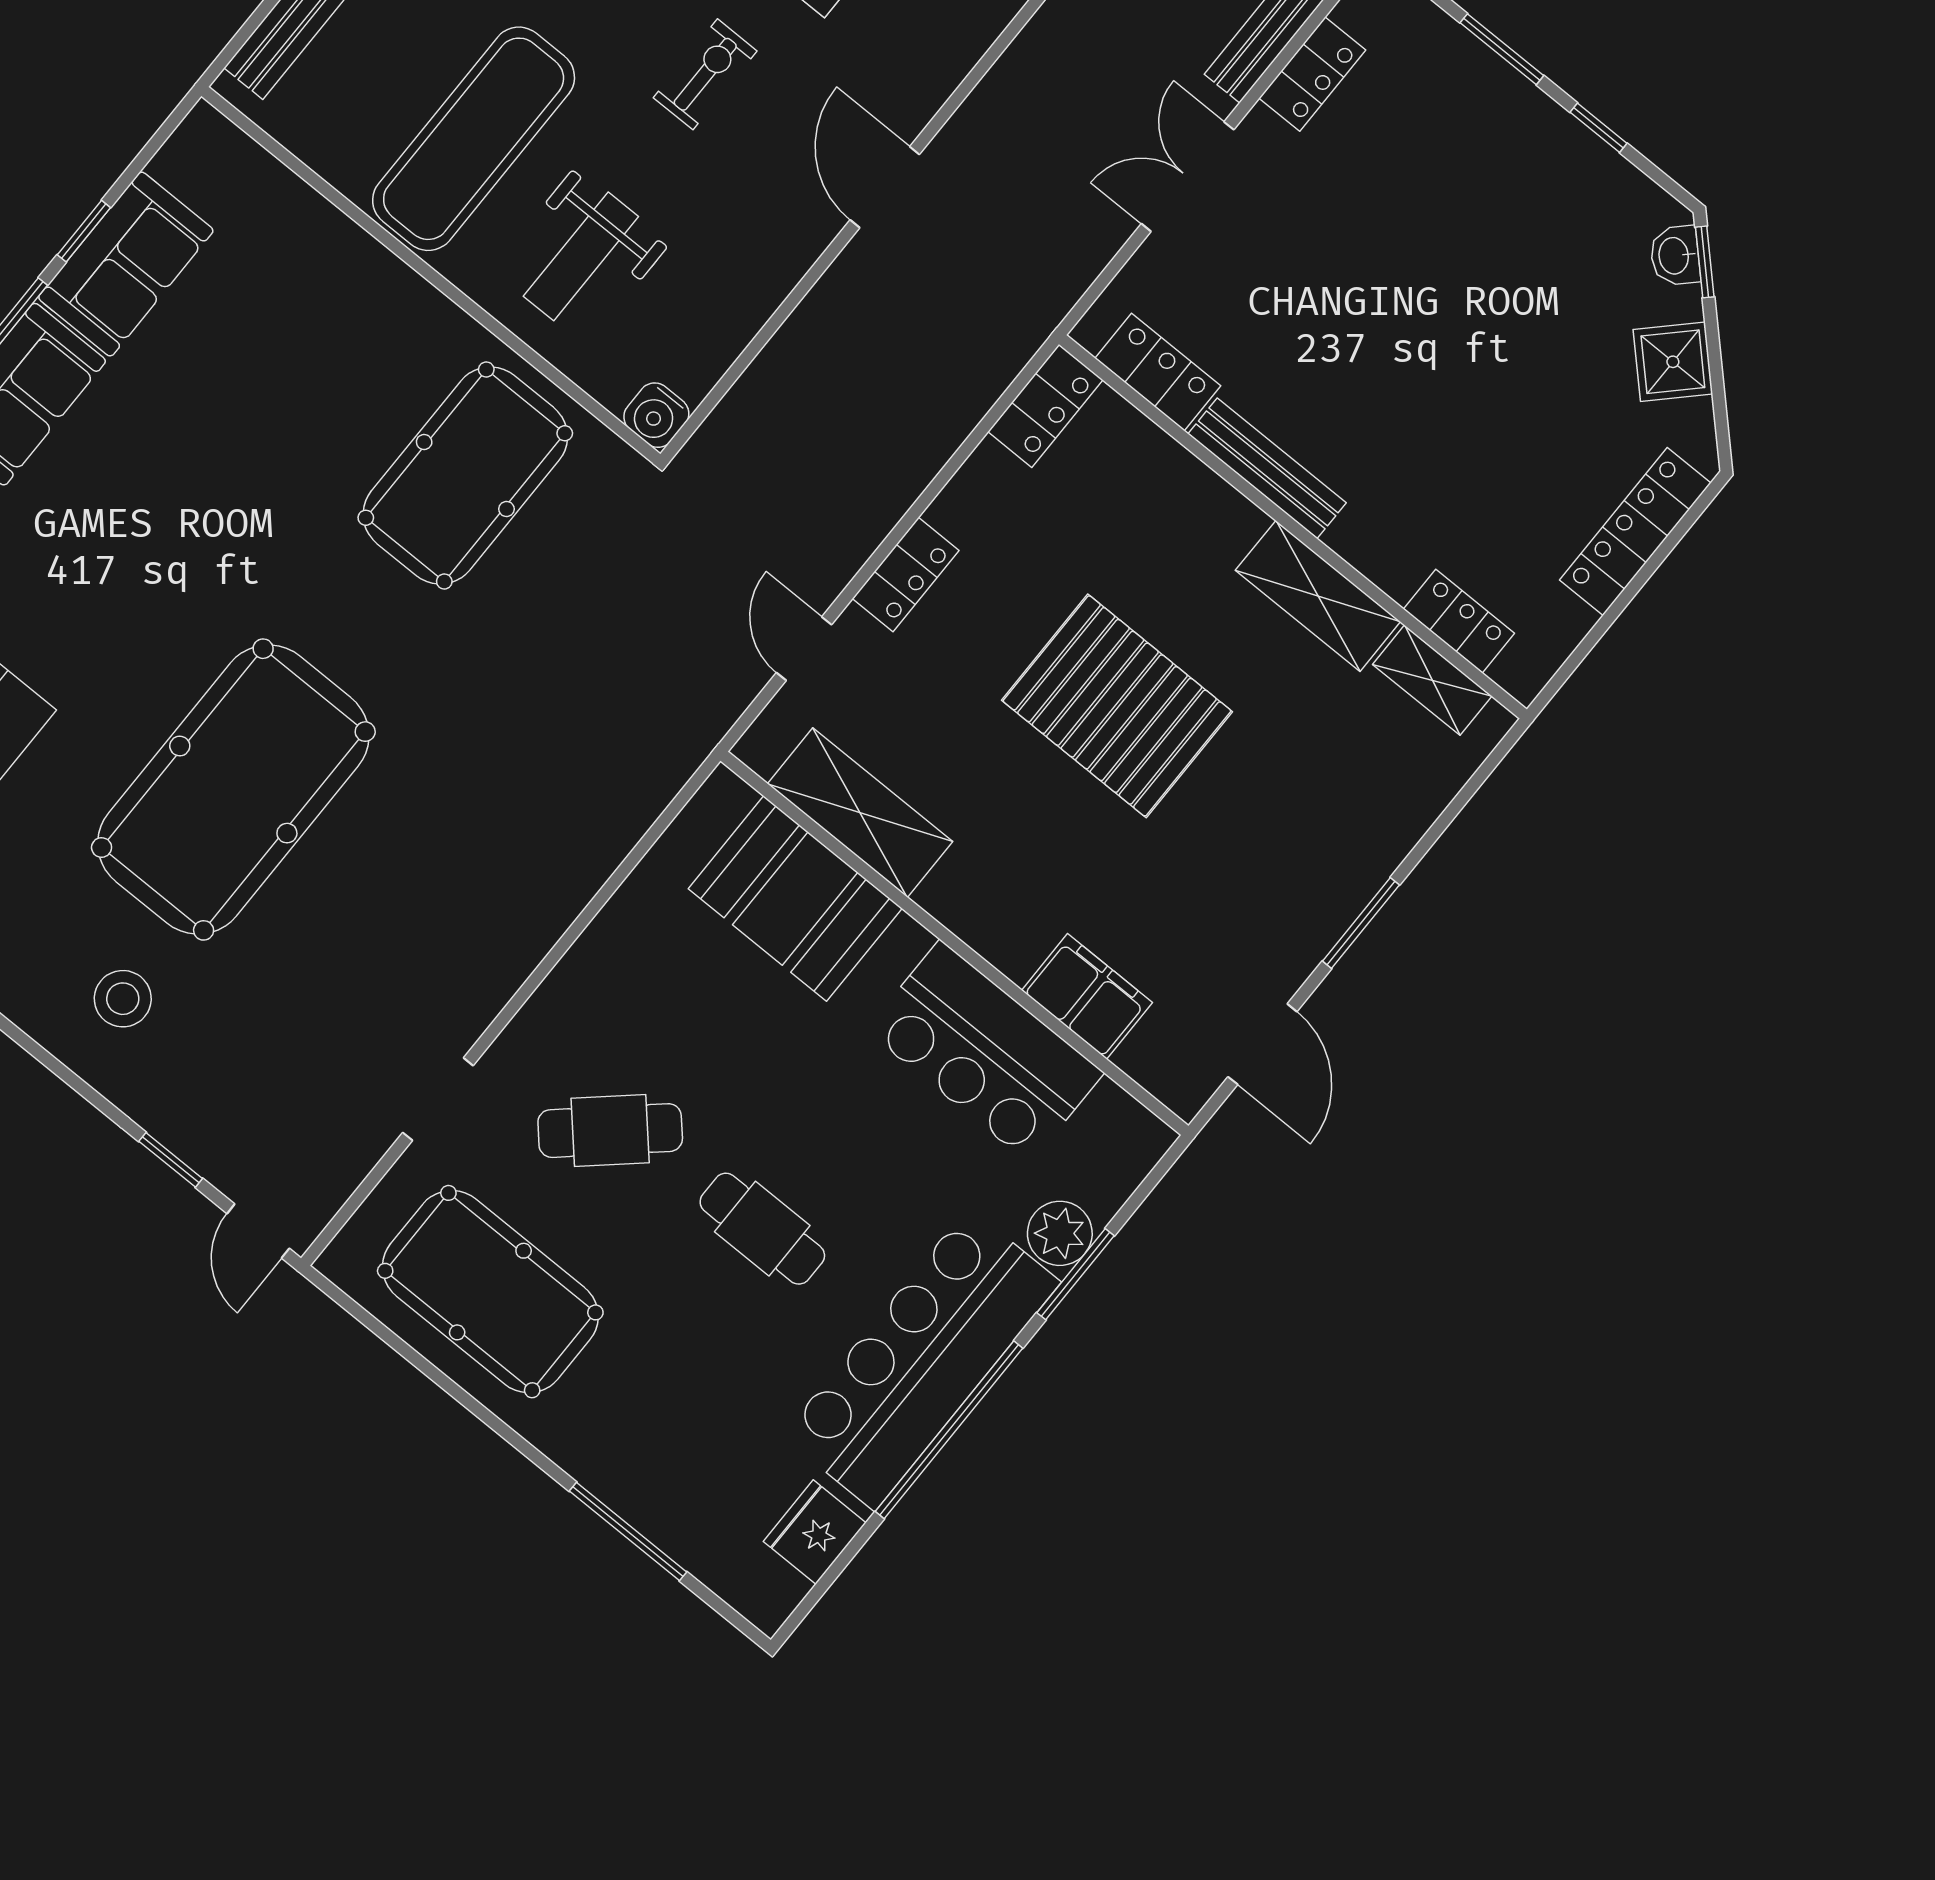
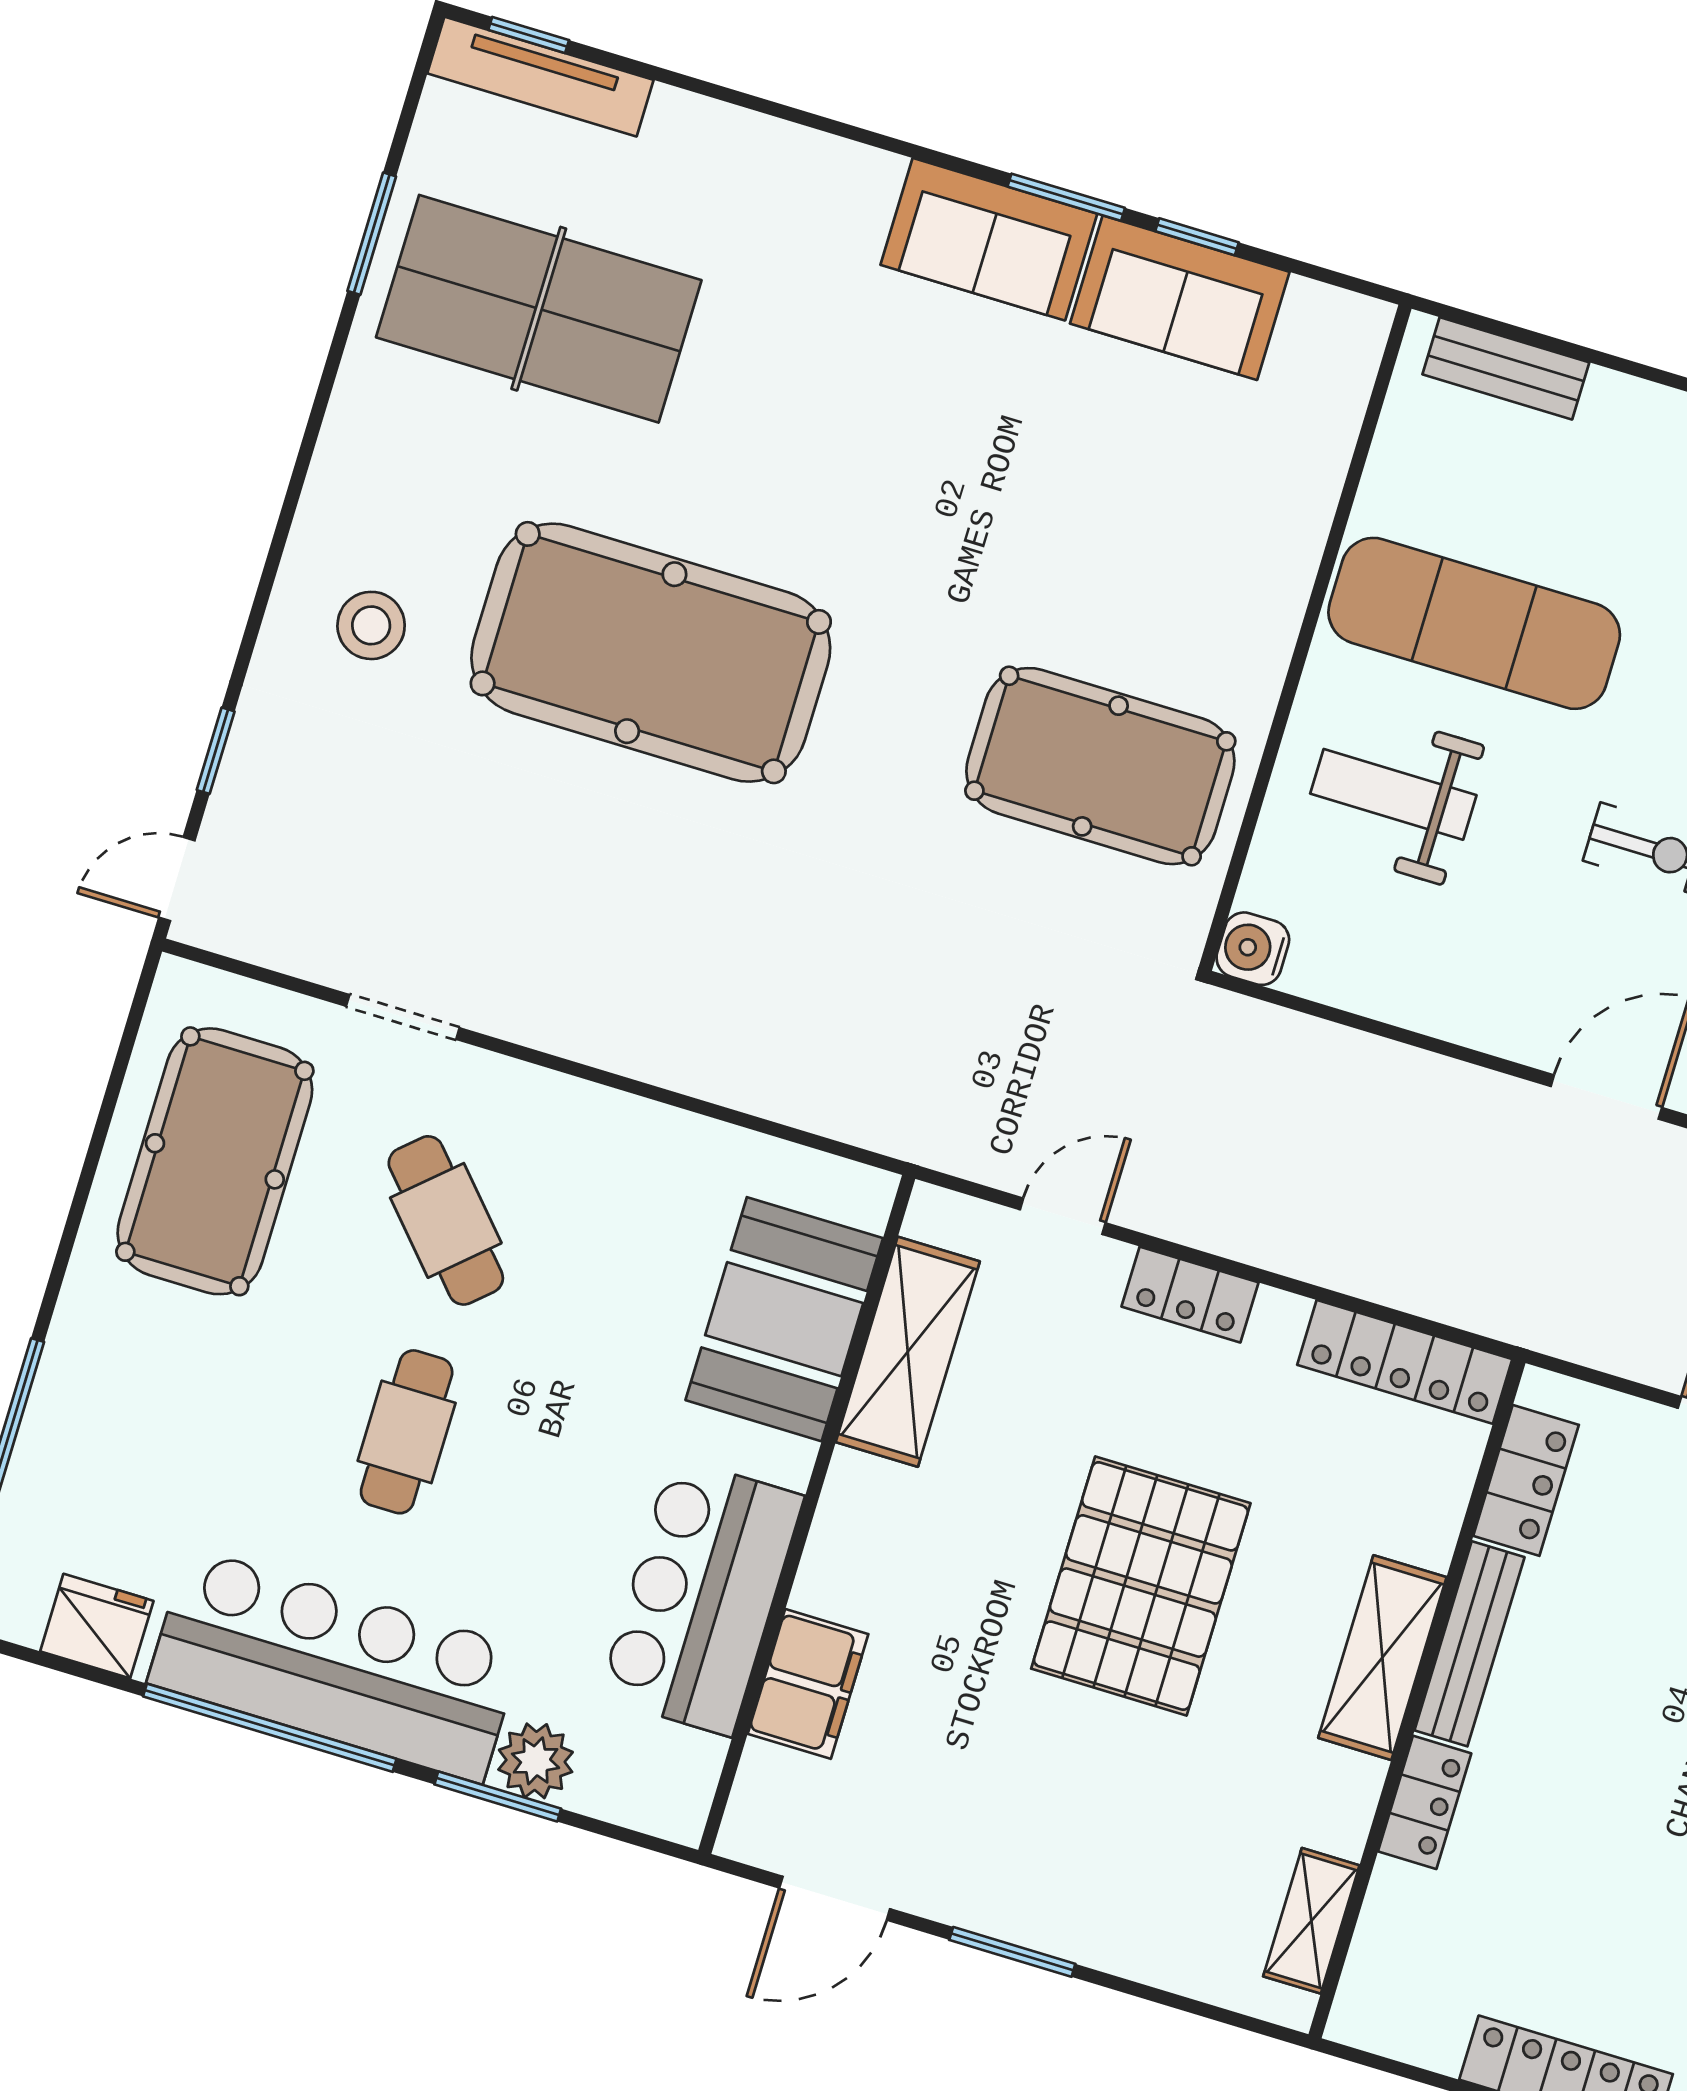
locker: (1045, 406) -> (1405, 1362), width x1.53
shelving: (1318, 596) -> (1382, 1658), moved
locker: (1459, 621) -> (1425, 1802), moved

